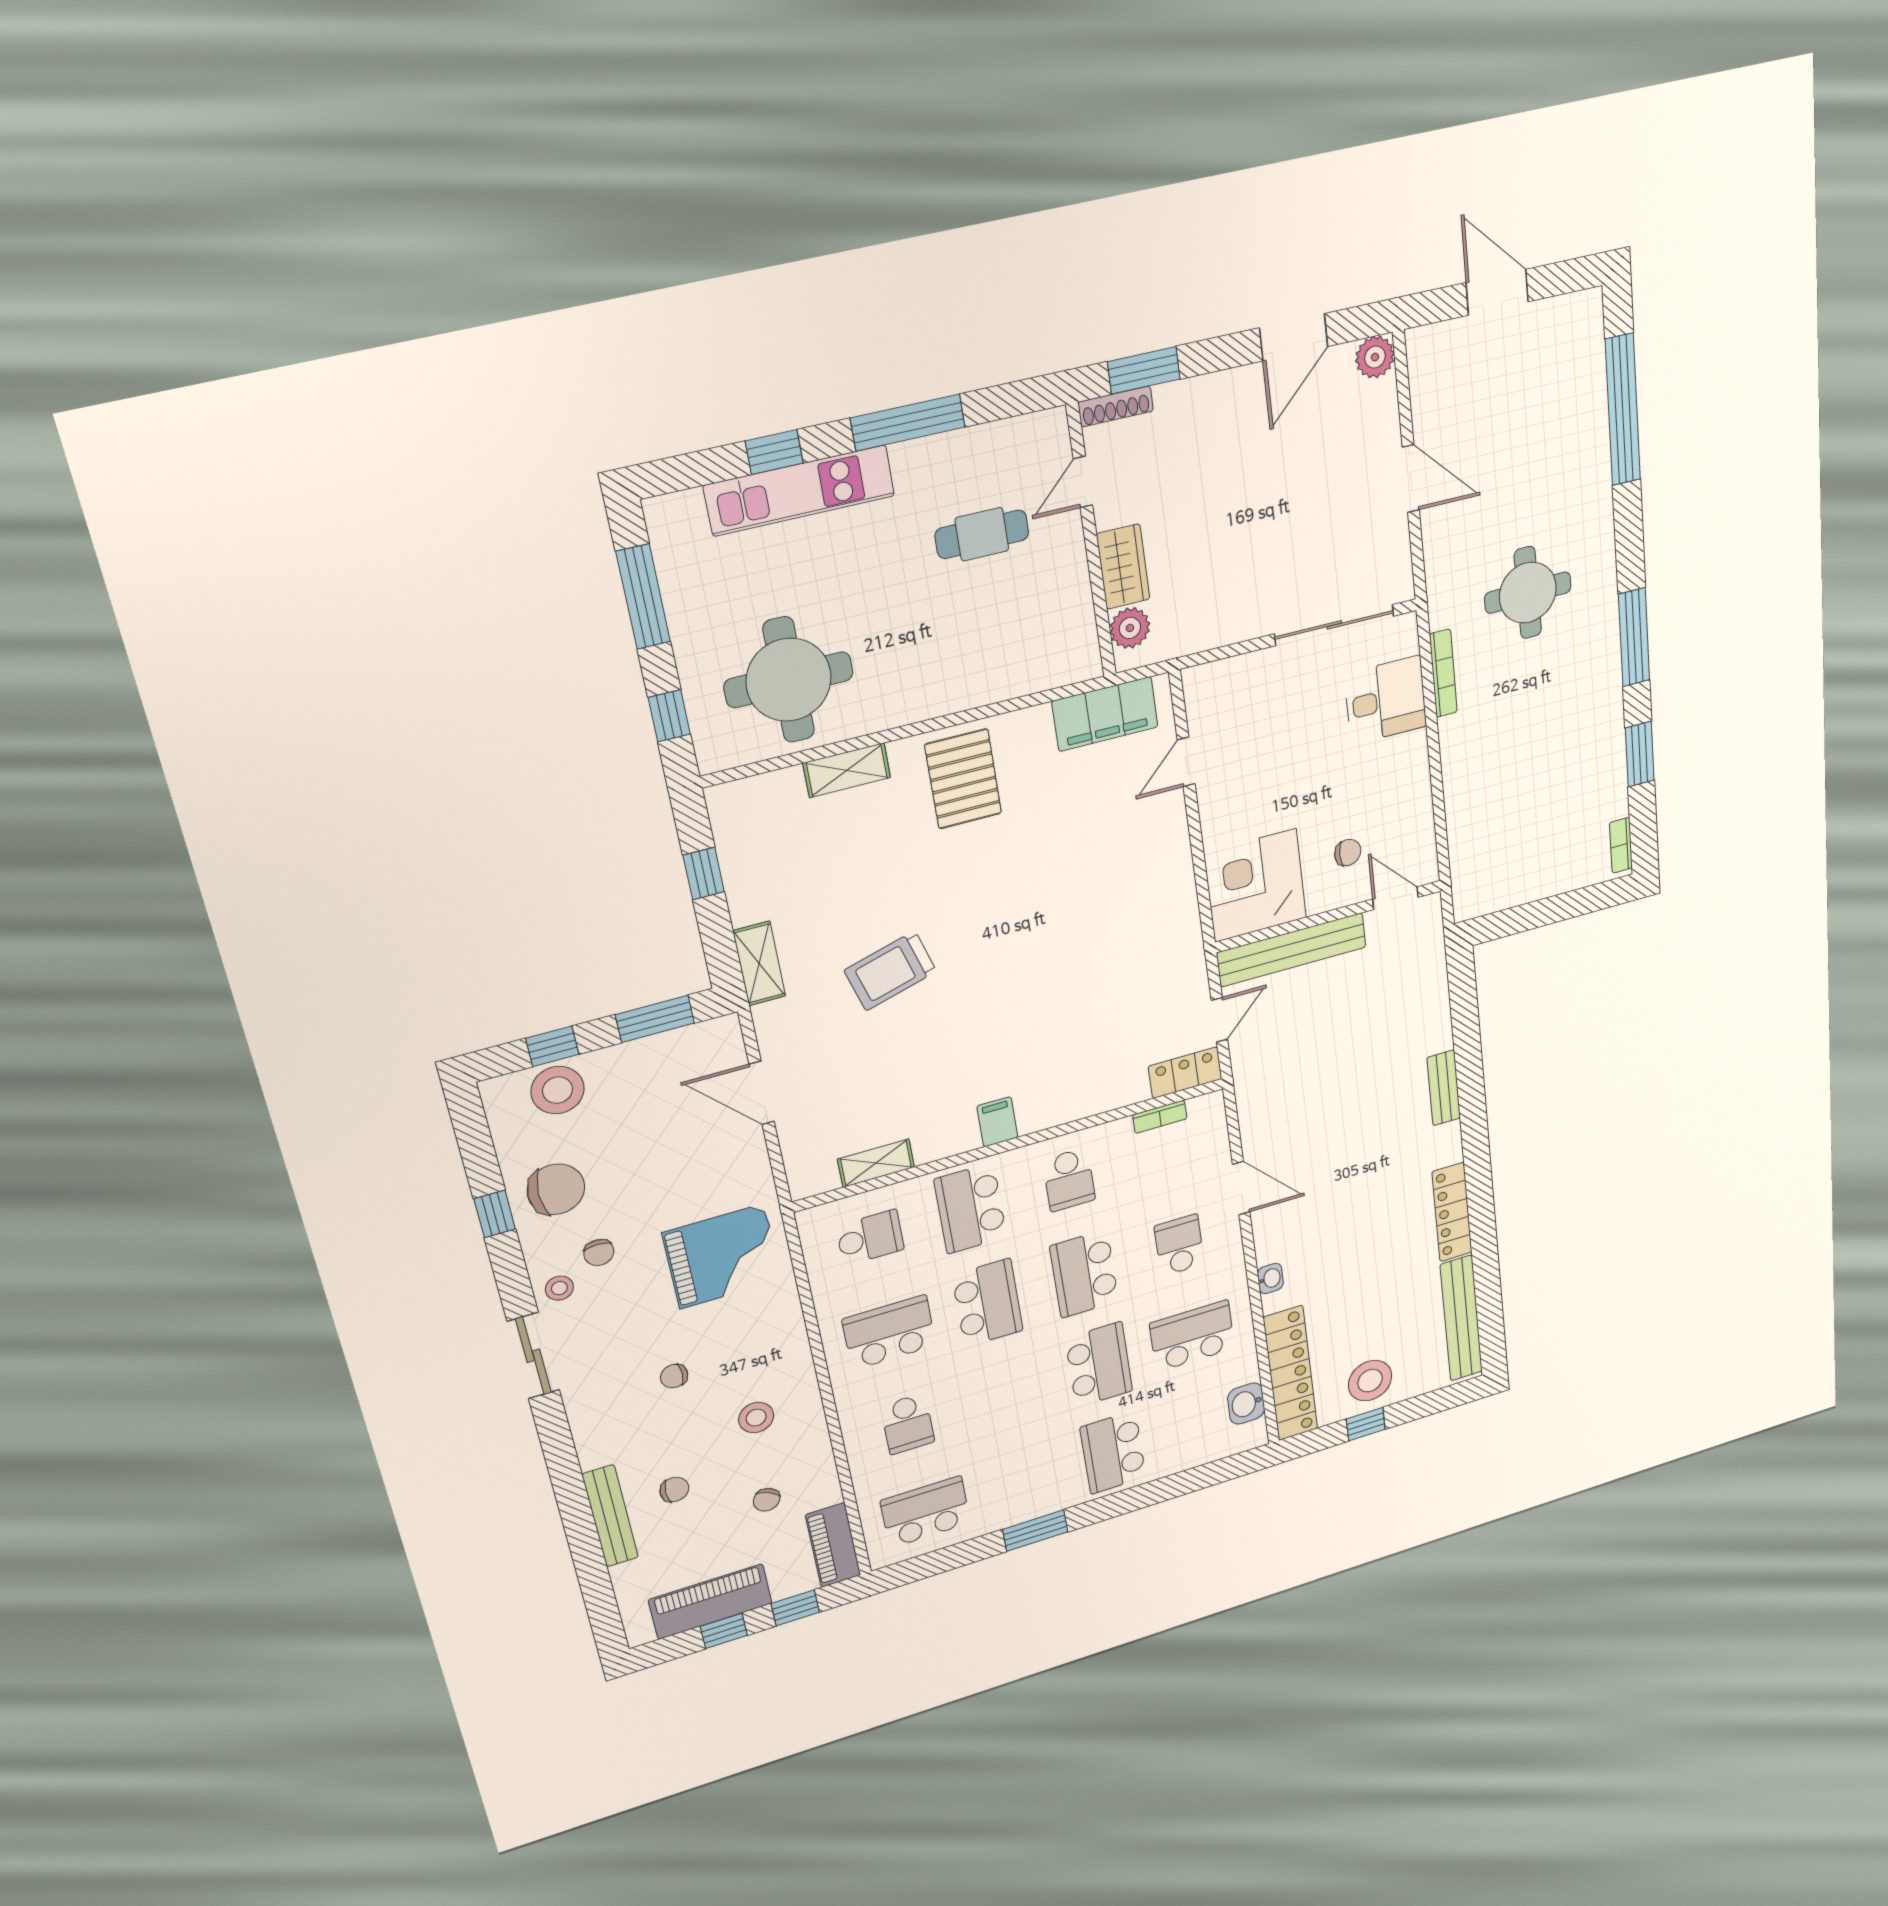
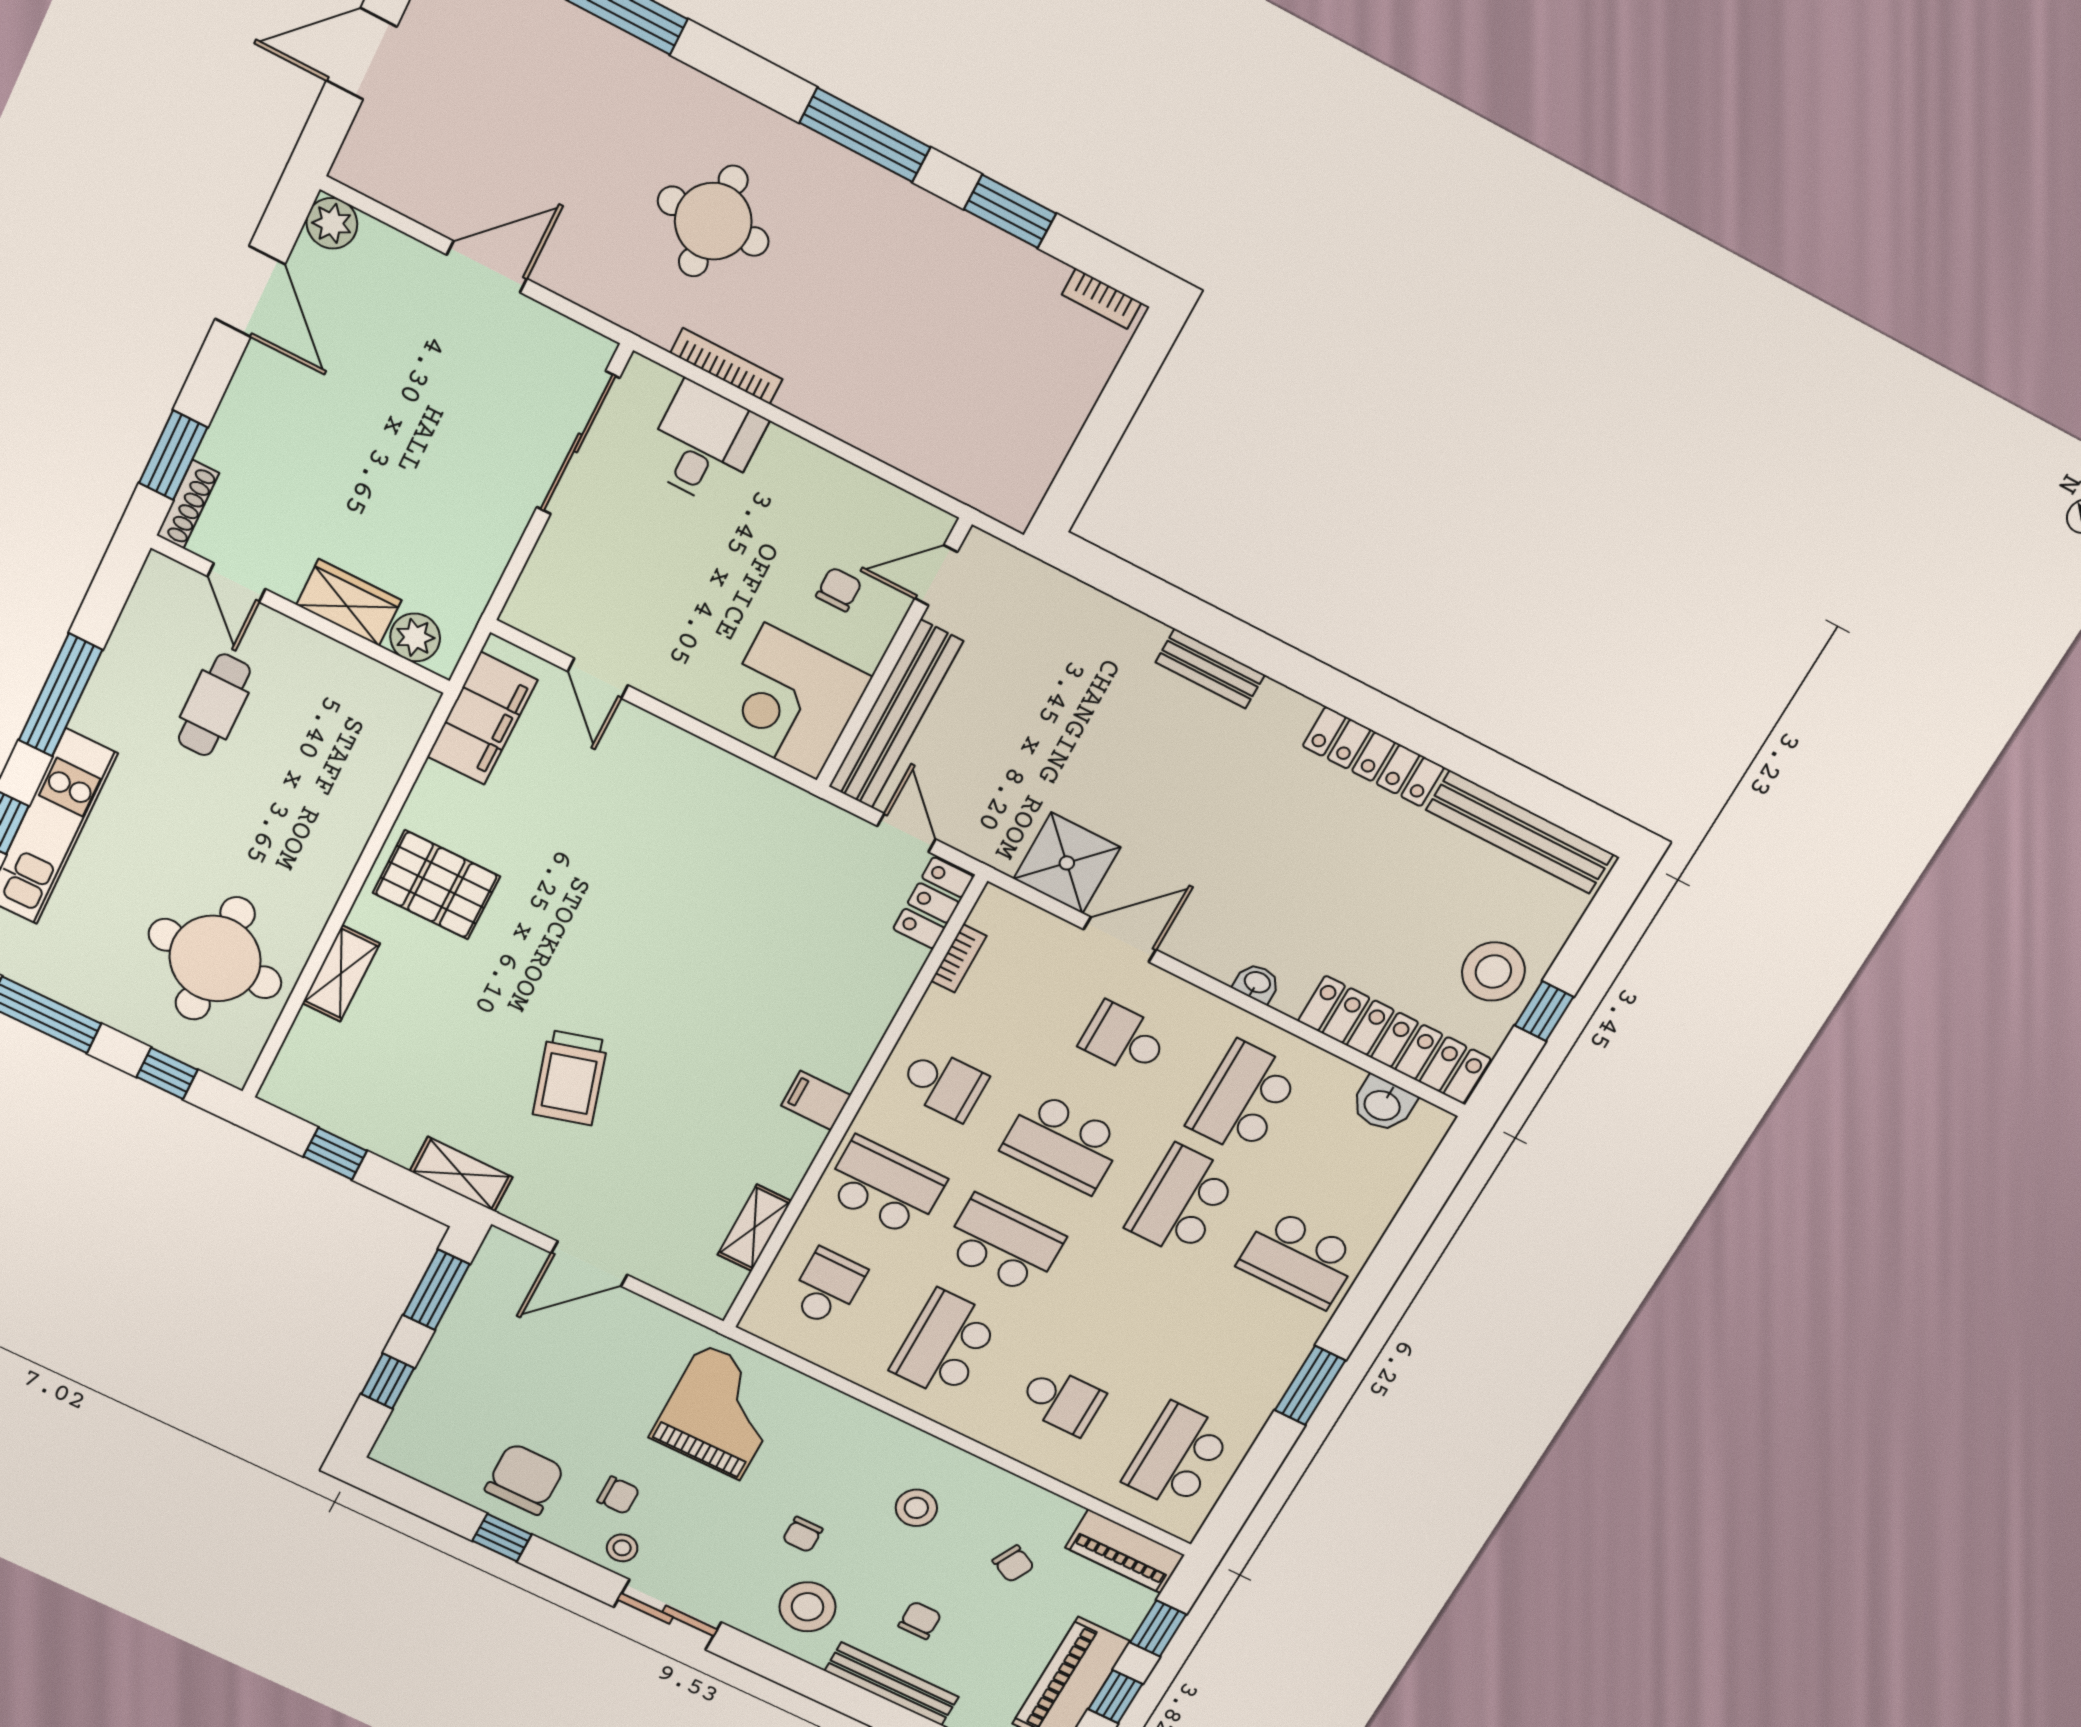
stool: (558, 1090) -> (807, 1607), moved
shower: (1268, 1120) -> (1067, 863), added
school desk: (970, 1208) -> (885, 1187), turned 180
school desk: (1099, 1365) -> (1182, 1201), turned -90

